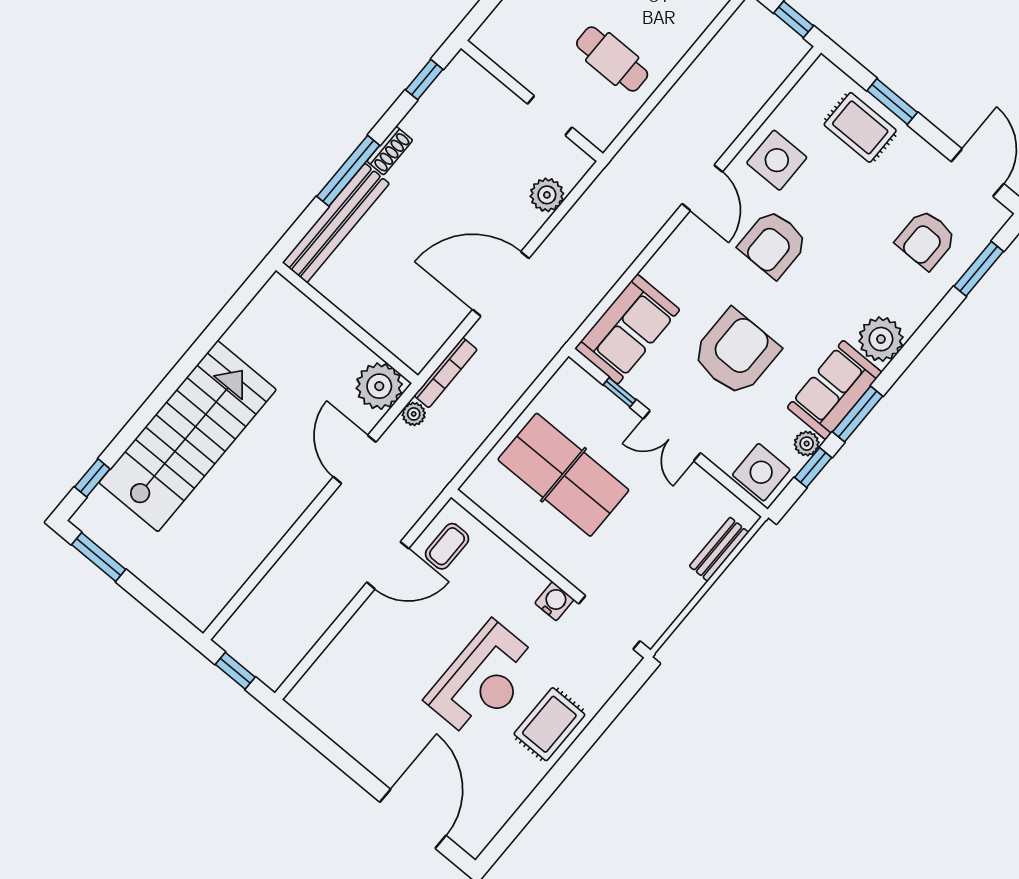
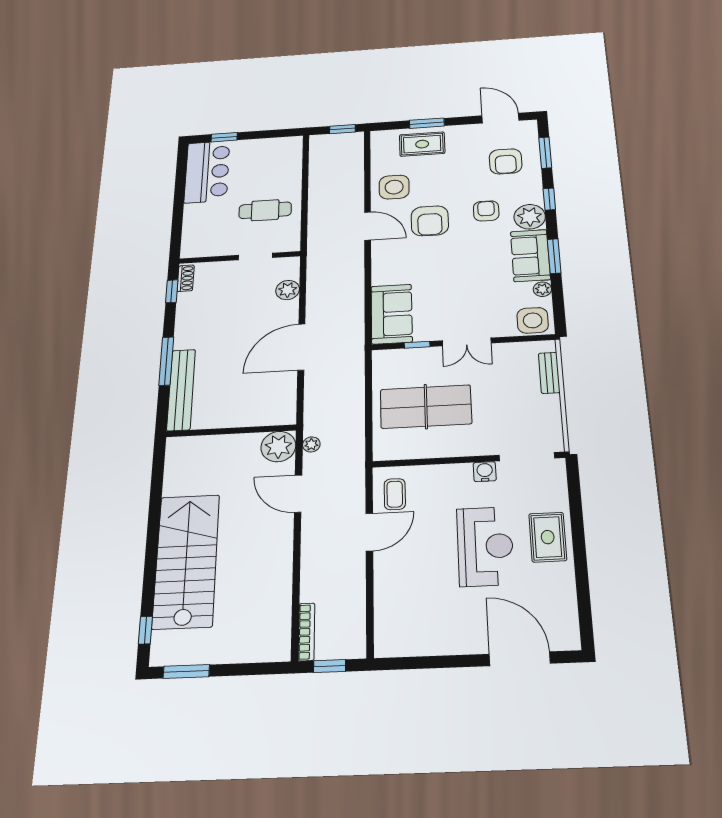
shoe rack: (390, 151) -> (186, 278), moved
armchair: (736, 353) -> (486, 211), moved, width x0.53, depth x0.53
bookcase: (446, 373) -> (307, 632), moved
window: (813, 467) -> (549, 199), moved

